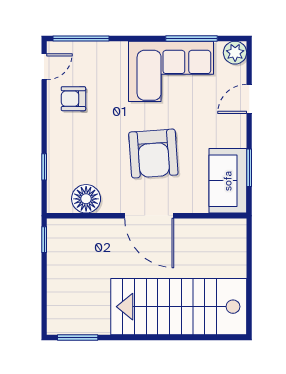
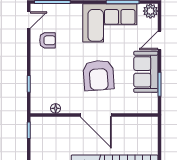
armchair: (73, 99) -> (47, 40), turned 180
sofa: (228, 181) -> (146, 72), moved
floor lamp: (86, 199) -> (56, 108), width x0.53, depth x0.53

